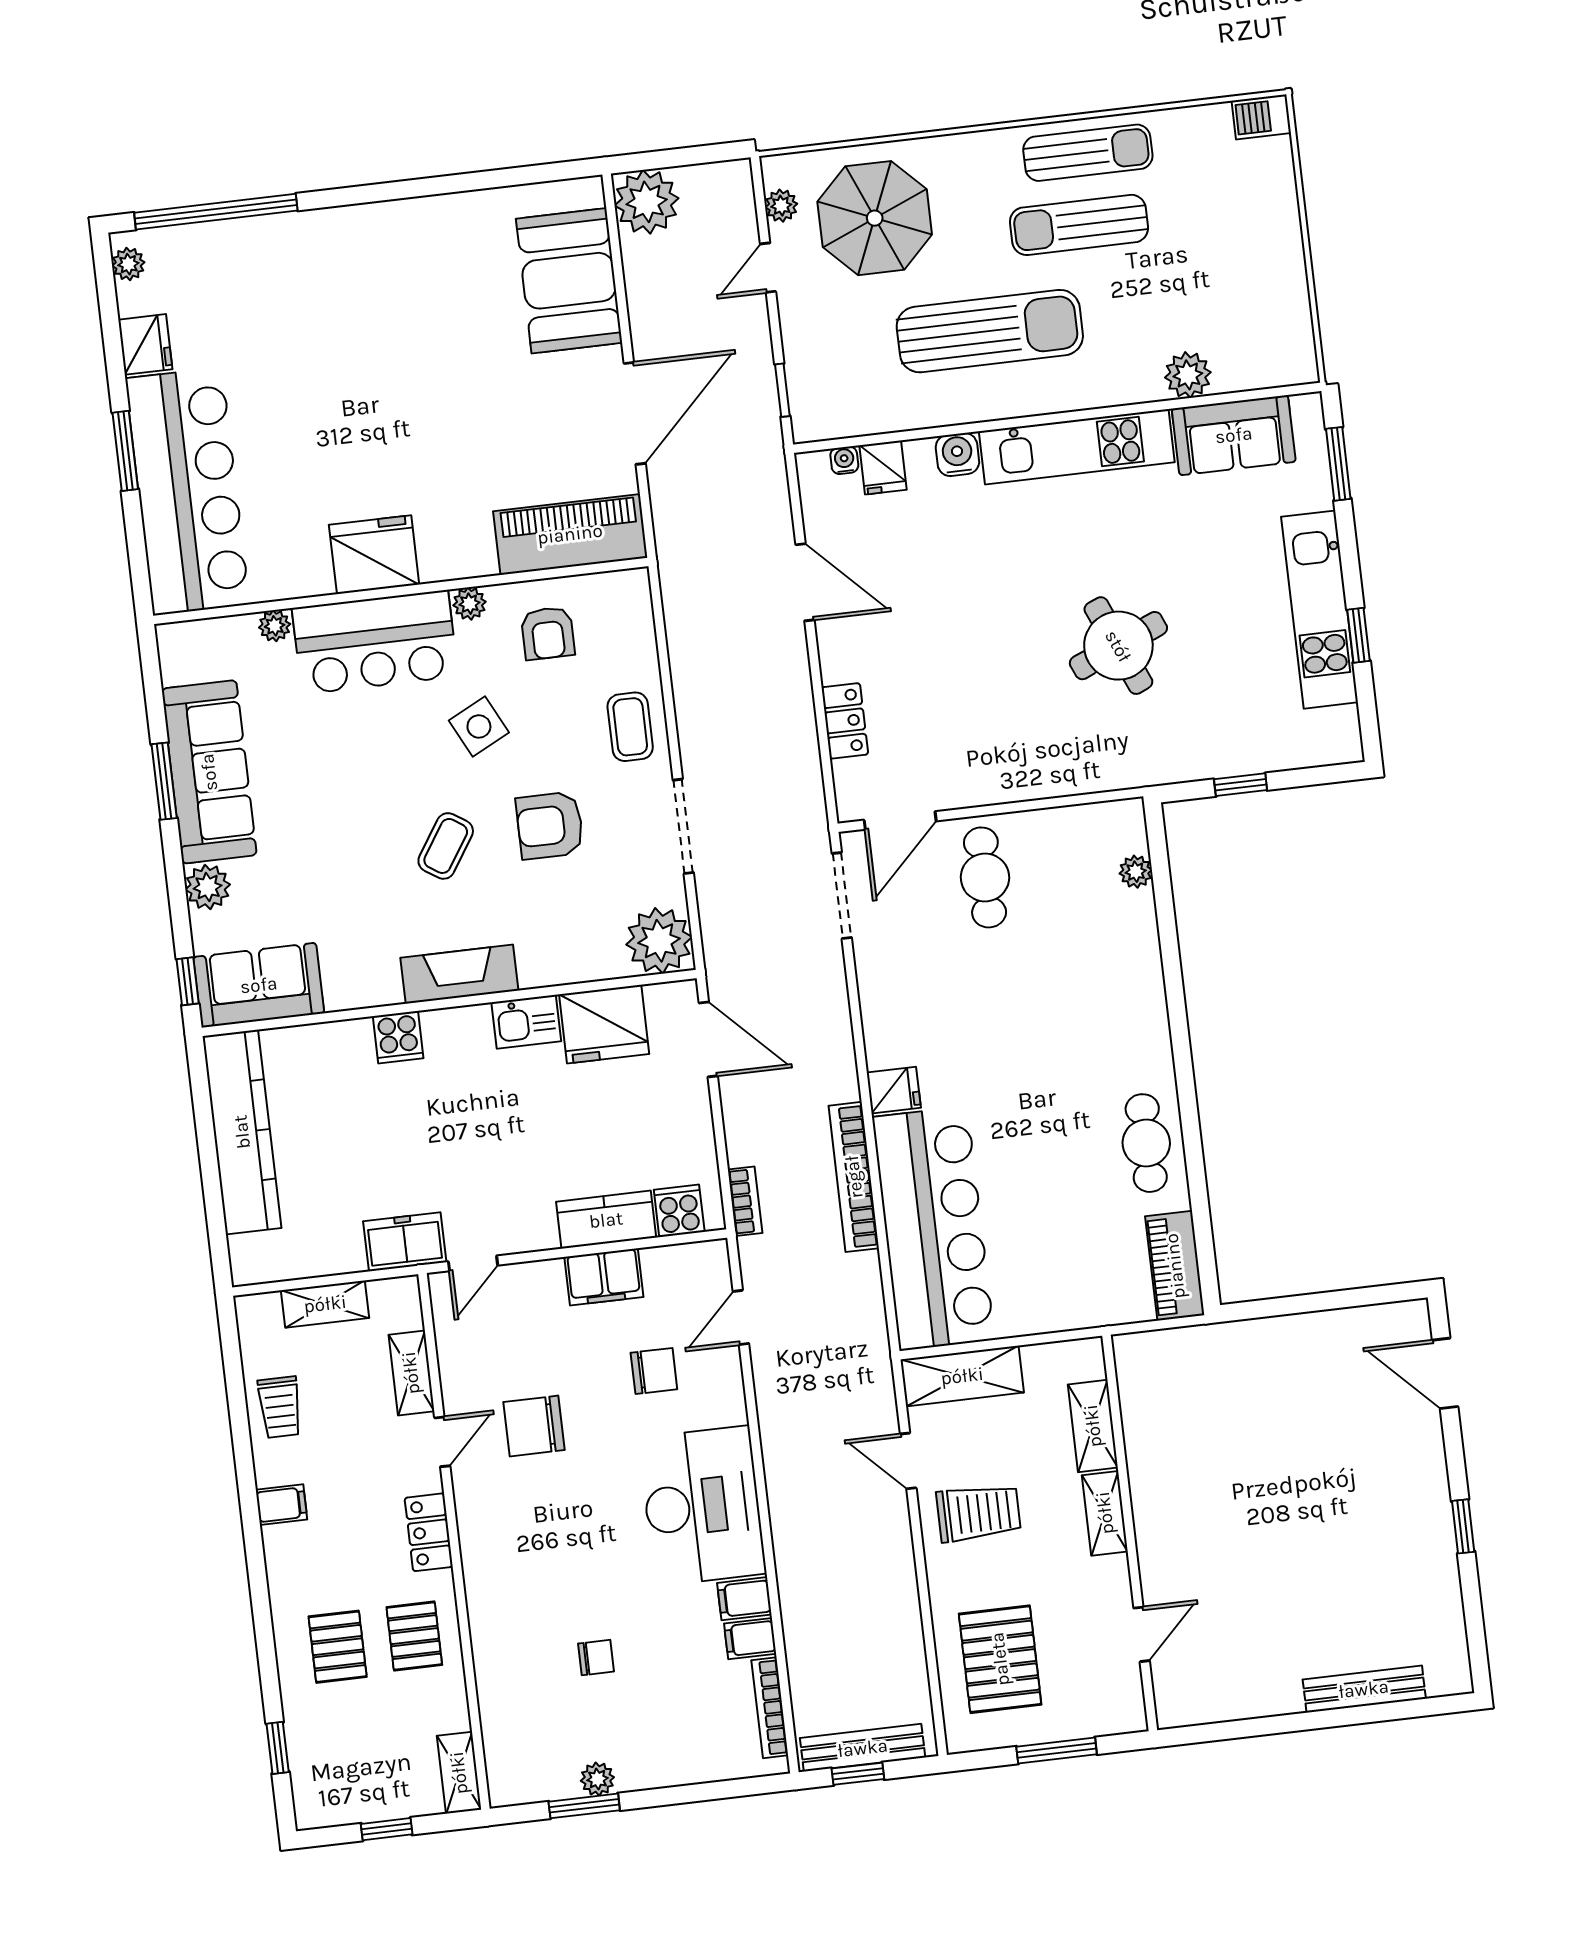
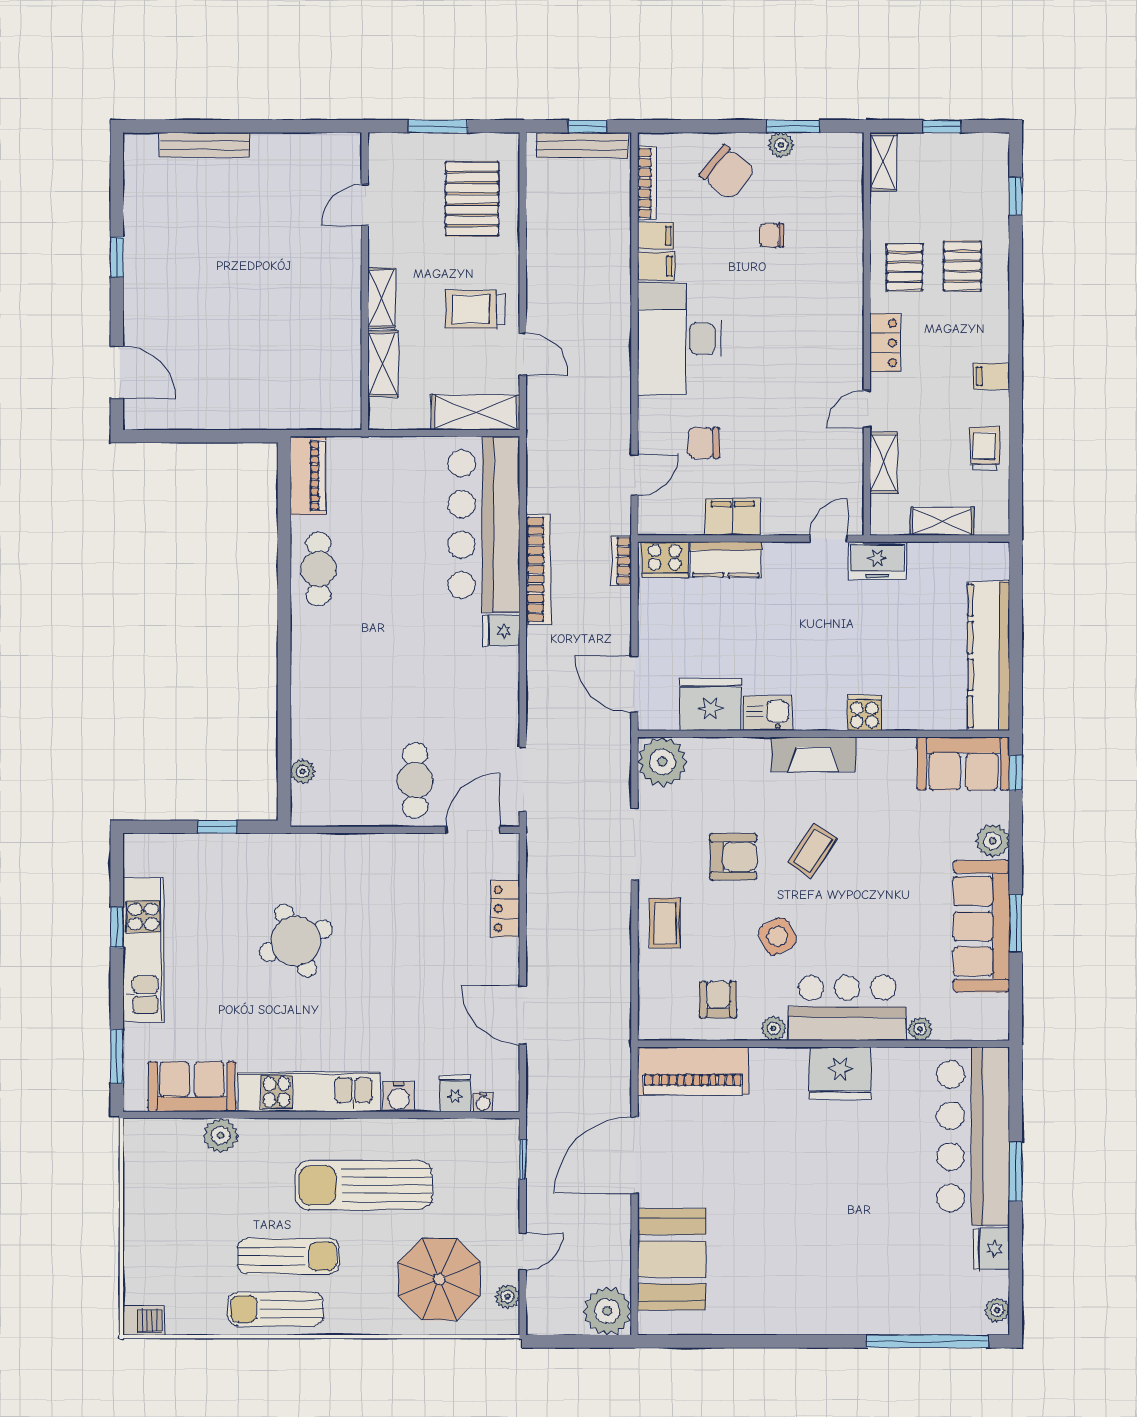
cooker: (679, 1211) -> (665, 560), width x1.36
chair: (534, 1426) -> (727, 172), moved, turned 39

